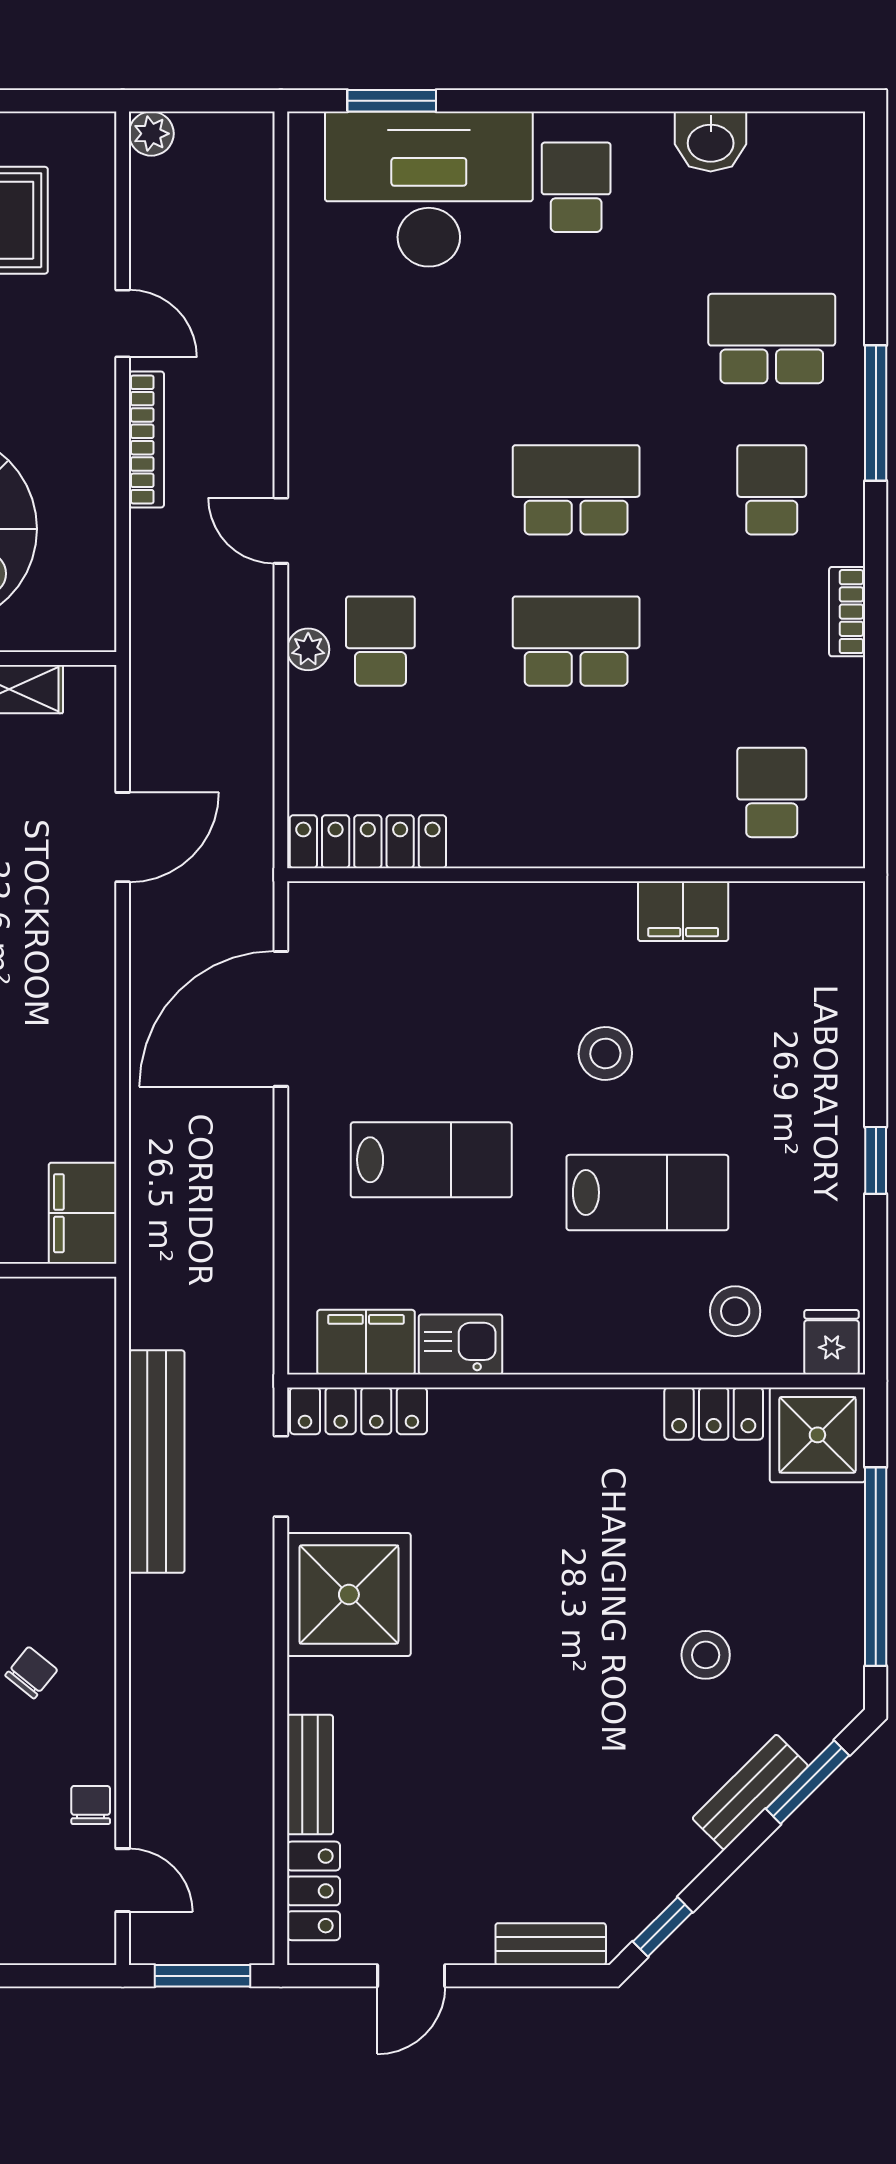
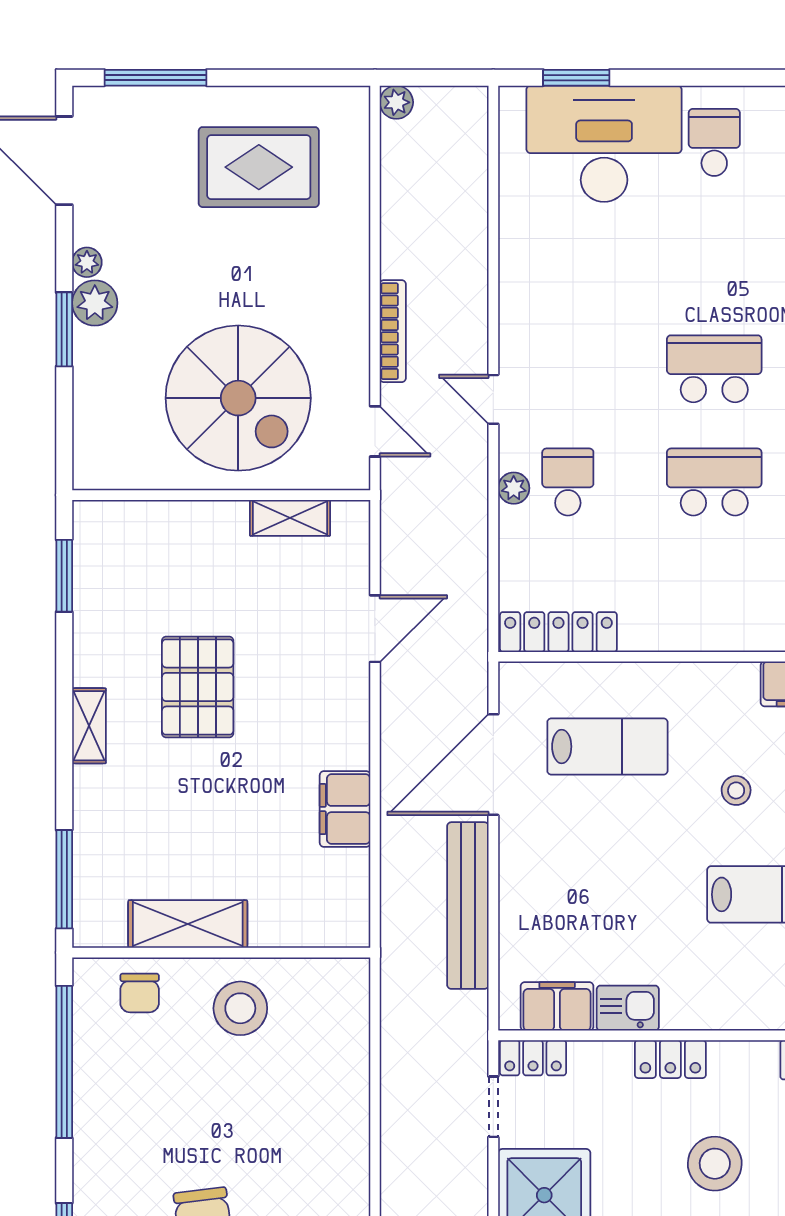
door: (123, 323) -> (375, 431), moved
stool: (605, 1053) -> (736, 790), width x0.73, depth x0.73
lab bench: (431, 1160) -> (607, 747), moved
filing cabinet: (83, 1213) -> (345, 809), moved
locker: (358, 1411) -> (533, 1058), width x0.66
locker: (517, 1413) -> (670, 1059), added
bench: (157, 1462) -> (468, 906), moved
stool: (577, 1552) -> (715, 1164), added

